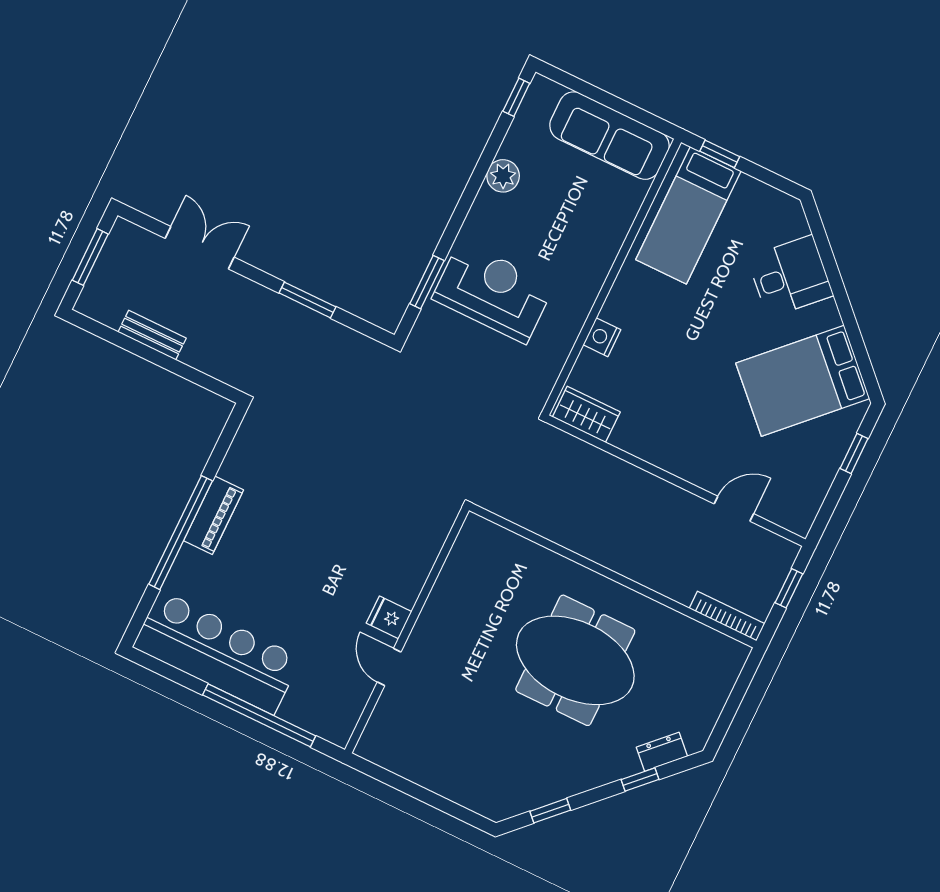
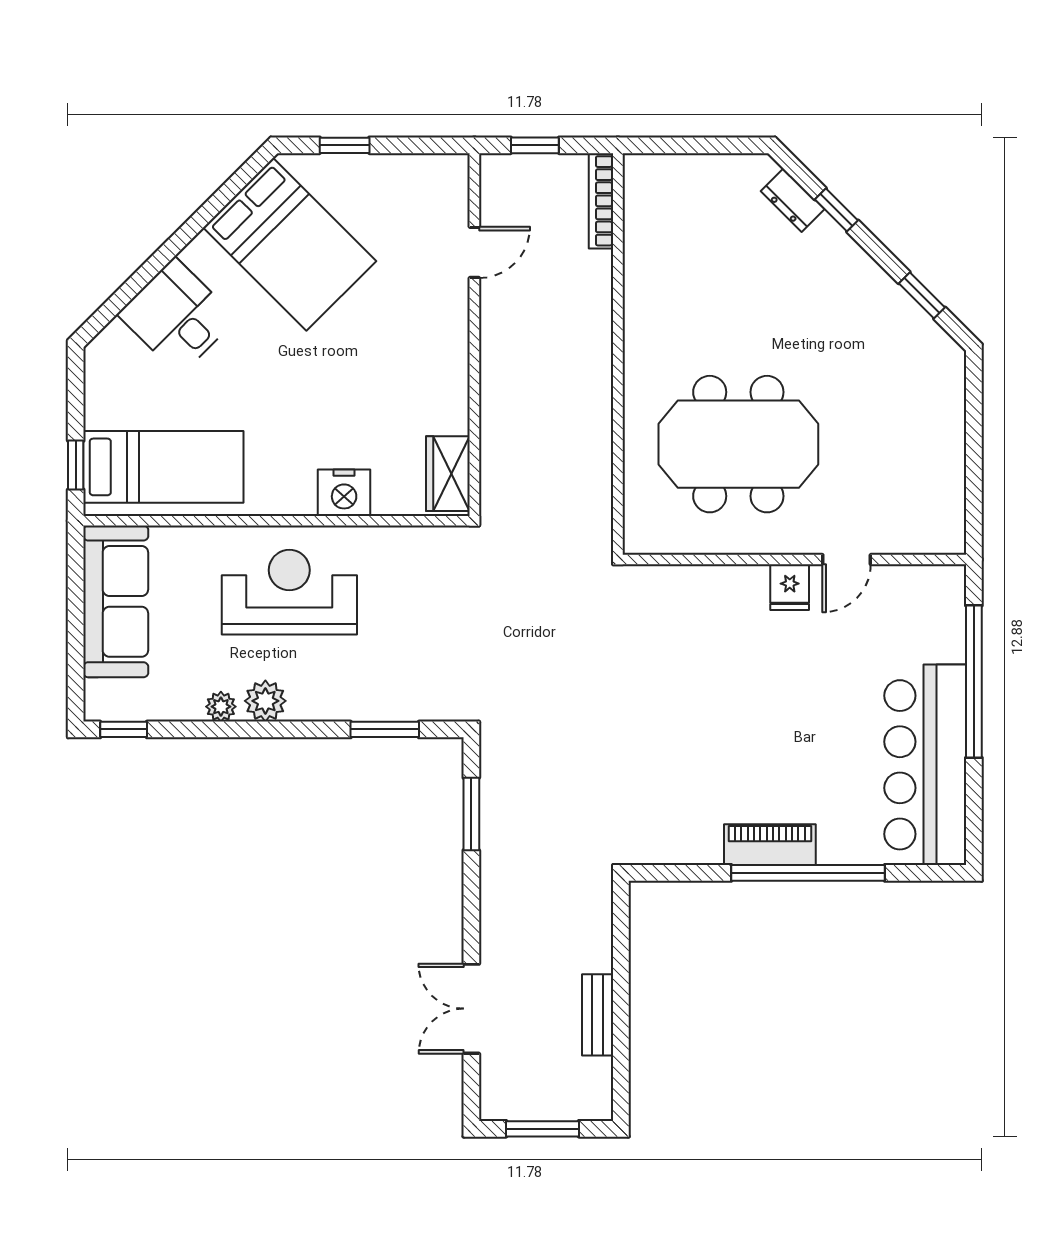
plant: (503, 176) -> (221, 707), width x0.73, depth x0.73
plant: (488, 207) -> (265, 701), added
reception desk: (493, 292) -> (289, 592), moved, turned 90
window: (307, 300) -> (471, 814), moved
nightstand: (602, 337) -> (344, 493), width x1.36, depth x1.33
door: (734, 509) -> (474, 252), swing flipped
meeting table: (575, 660) -> (738, 444), moved, turned 90

